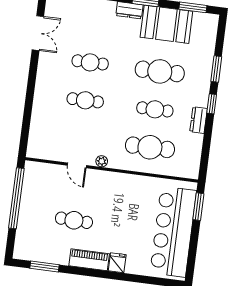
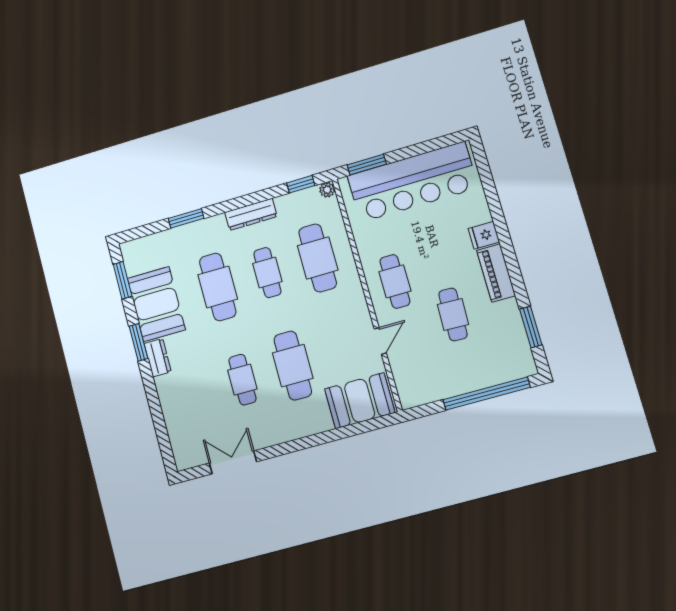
cafe table: (85, 100) -> (293, 366), width x1.37, depth x1.35
window: (212, 104) -> (301, 184), moved
dresser: (199, 120) -> (251, 214), width x1.44
booth: (43, 135) -> (360, 401), added
plant: (102, 161) -> (327, 190), moved
cafe table: (112, 192) -> (395, 281), added
window: (16, 198) -> (487, 394), moved

